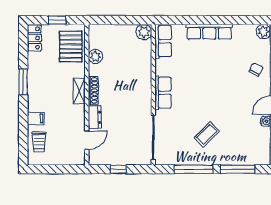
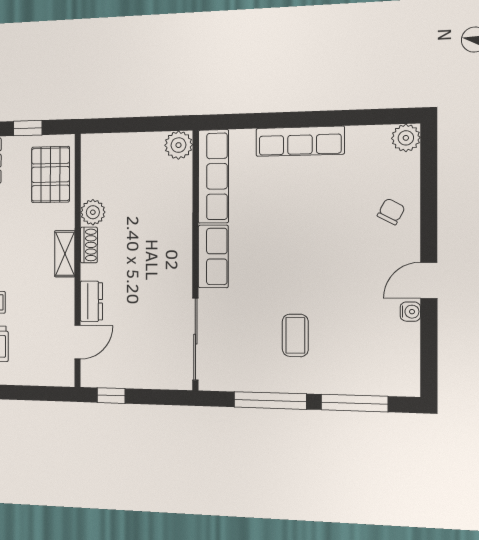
row of seats: (163, 41) -> (213, 176), width x1.48
plant: (95, 56) -> (93, 212), moved
shoe rack: (93, 90) -> (89, 245), width x0.70
coffee table: (207, 134) -> (295, 335), turned -46
window: (118, 169) -> (111, 396), moved

